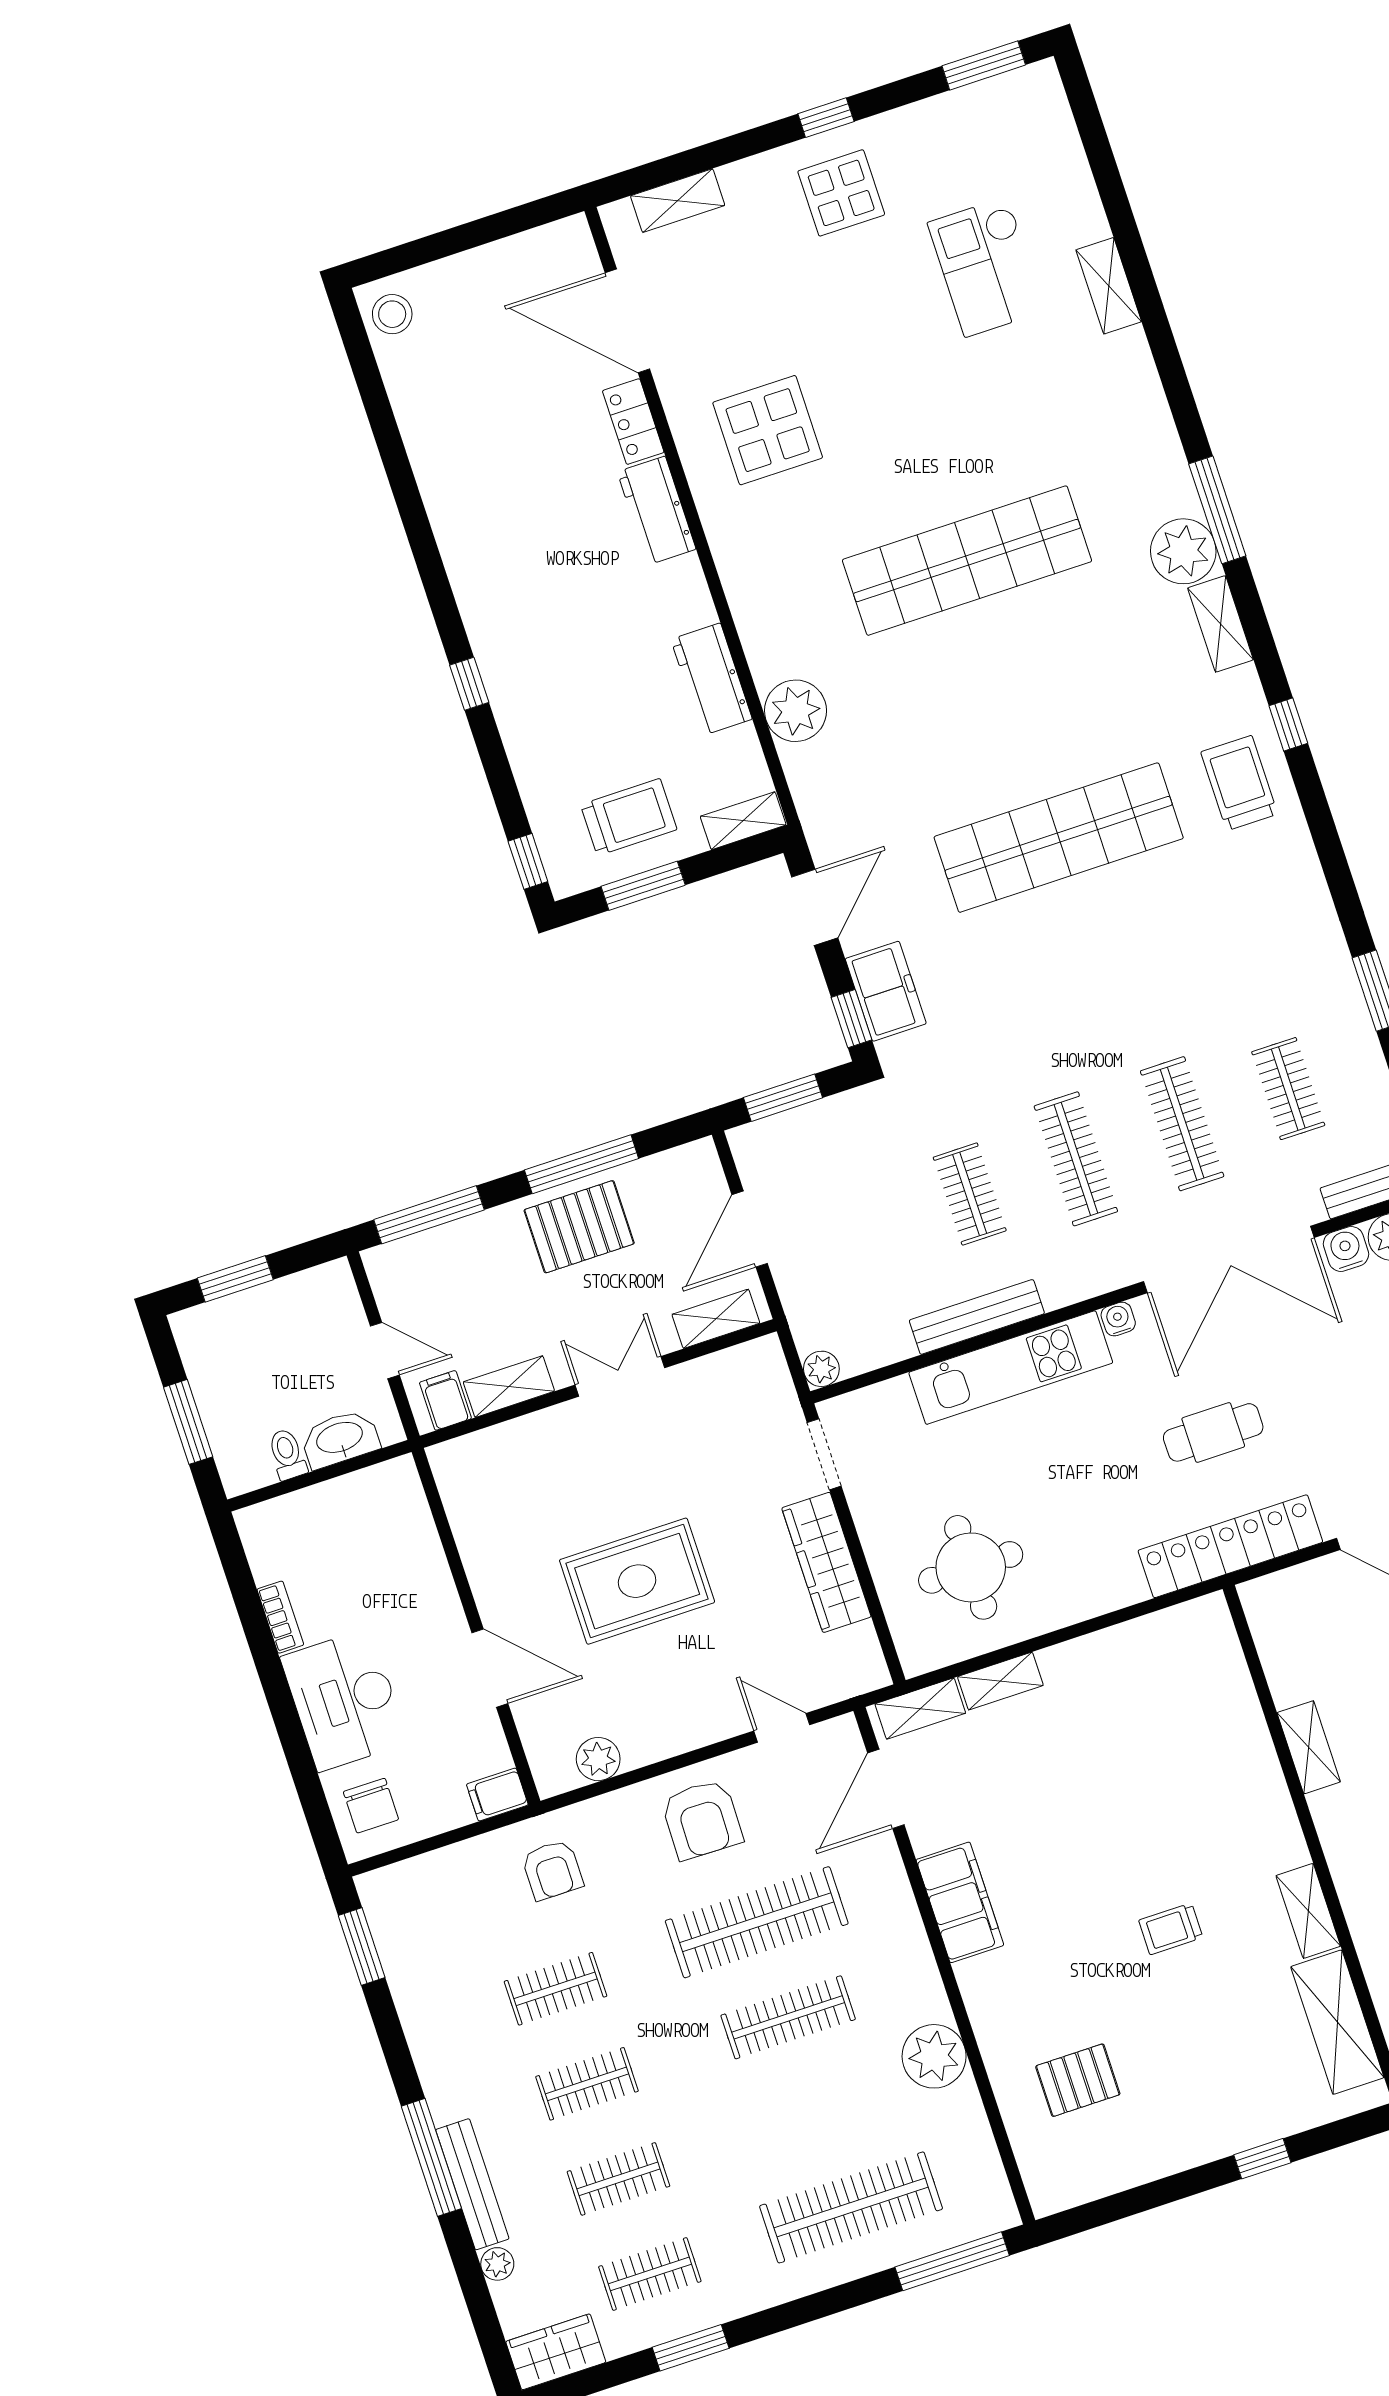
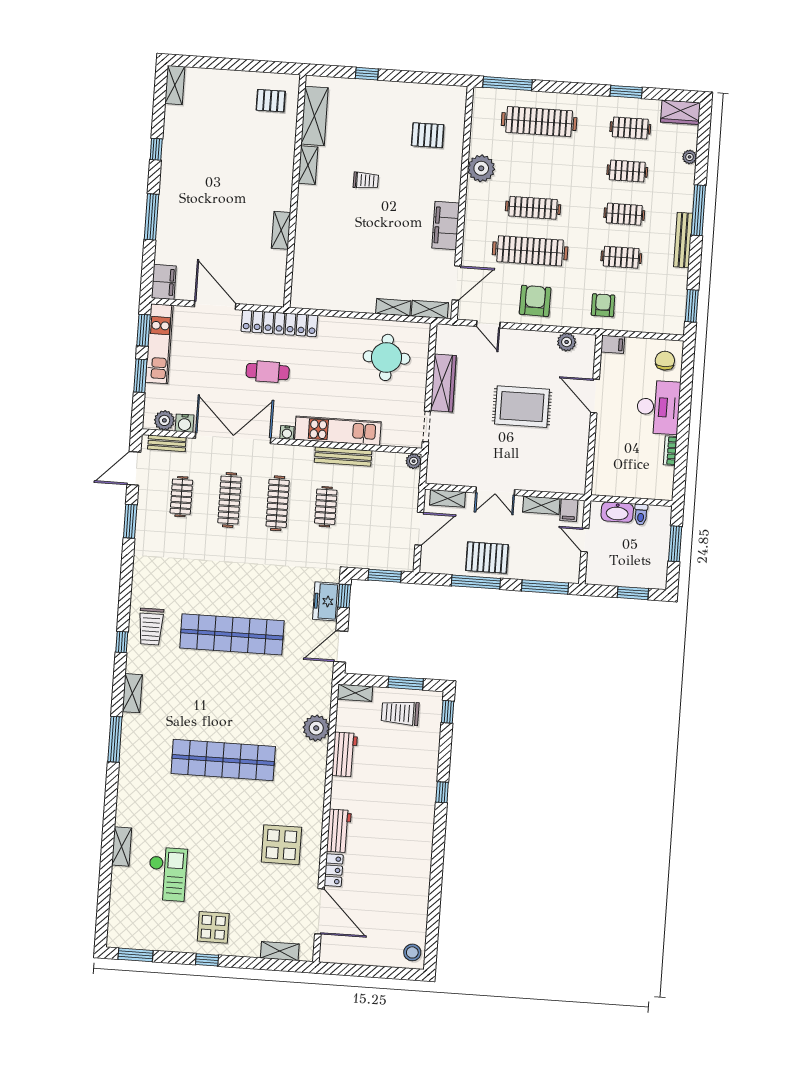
plant: (1183, 551) -> (135, 728), removed
bench: (472, 2184) -> (683, 240), moved

